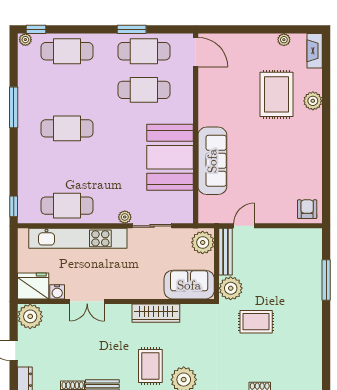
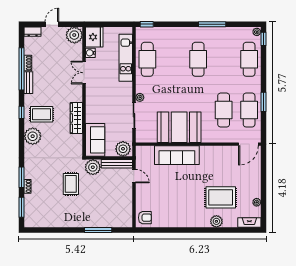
kitchen unit: (78, 238) -> (126, 58), width x0.73

